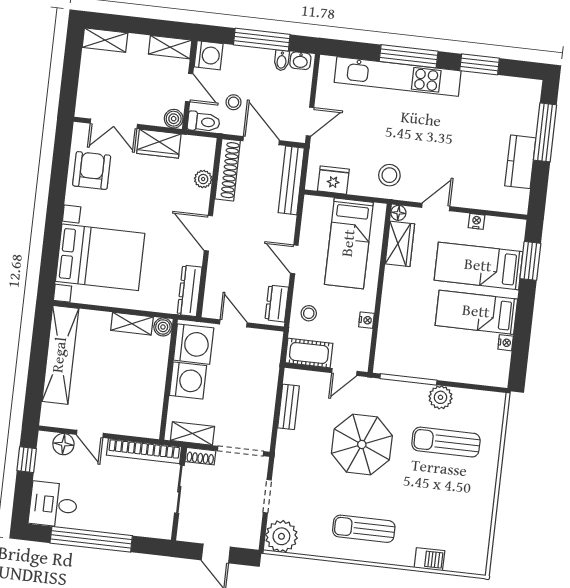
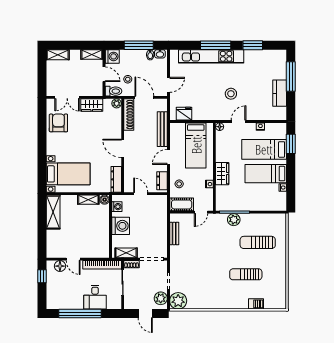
boiler: (174, 119) -> (98, 91), removed
stool: (389, 175) -> (231, 94), moved
plant: (203, 179) -> (117, 103), moved
bench: (291, 180) -> (162, 129), moved
wardrobe: (400, 244) -> (222, 174), moved
bed with nightstands: (100, 257) -> (68, 174), width x0.73
door: (294, 259) -> (168, 157), hinge flipped
washing machine: (194, 344) -> (117, 207), width x0.53, depth x0.53
shelving: (60, 355) -> (53, 212), width x0.68
plant: (440, 397) -> (234, 220), moved
parasol: (362, 444) -> (214, 249), removed
desk: (53, 504) -> (95, 297), moved, turned -90
plant: (249, 528) -> (161, 298), added
sun lounger: (364, 529) -> (246, 274), moved

